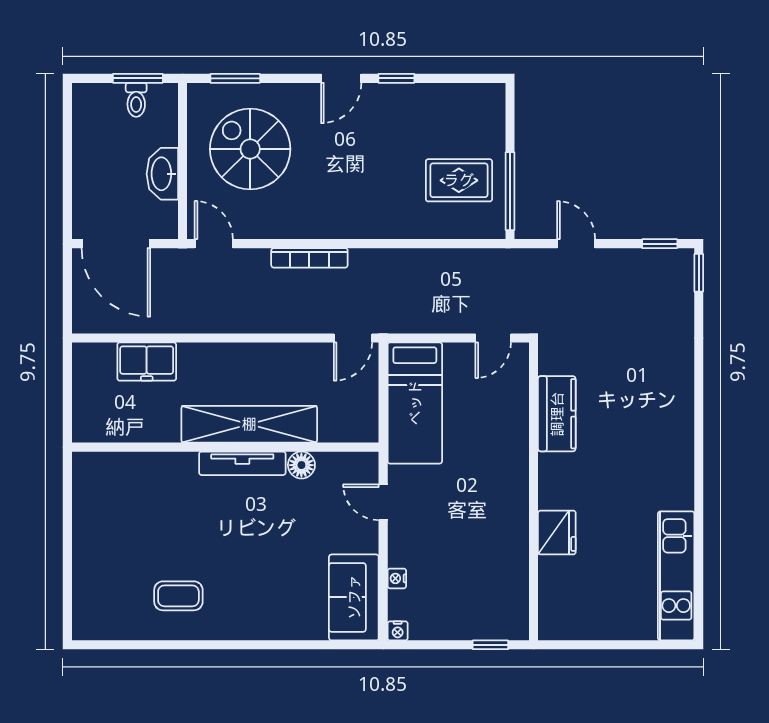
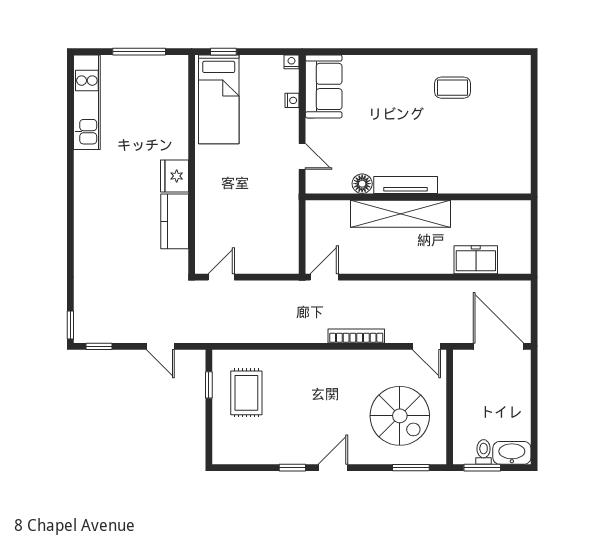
washbasin: (162, 174) -> (512, 453), moved, turned -90
rug: (459, 180) -> (246, 393), turned 90
window: (510, 191) -> (209, 385), width x0.46
bed: (415, 403) -> (219, 99), moved, turned 180
fridge: (557, 532) -> (175, 176), moved
window: (605, 645) -> (139, 52), added

